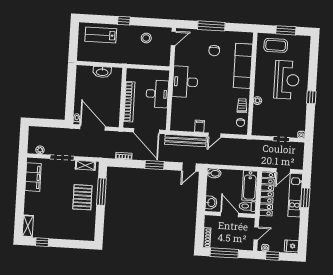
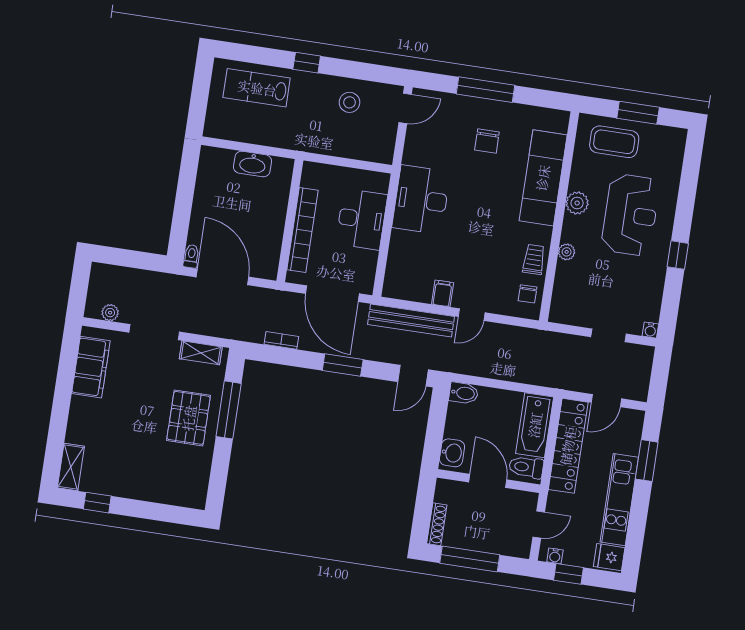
plant: (260, 77) -> (577, 203), added
kitchen unit: (295, 195) -> (619, 500), moved

